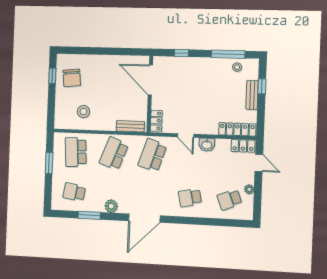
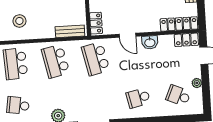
school desk: (114, 154) -> (56, 61), turned -33
school desk: (152, 155) -> (96, 59), turned -30
school desk: (230, 200) -> (178, 96), turned 45

